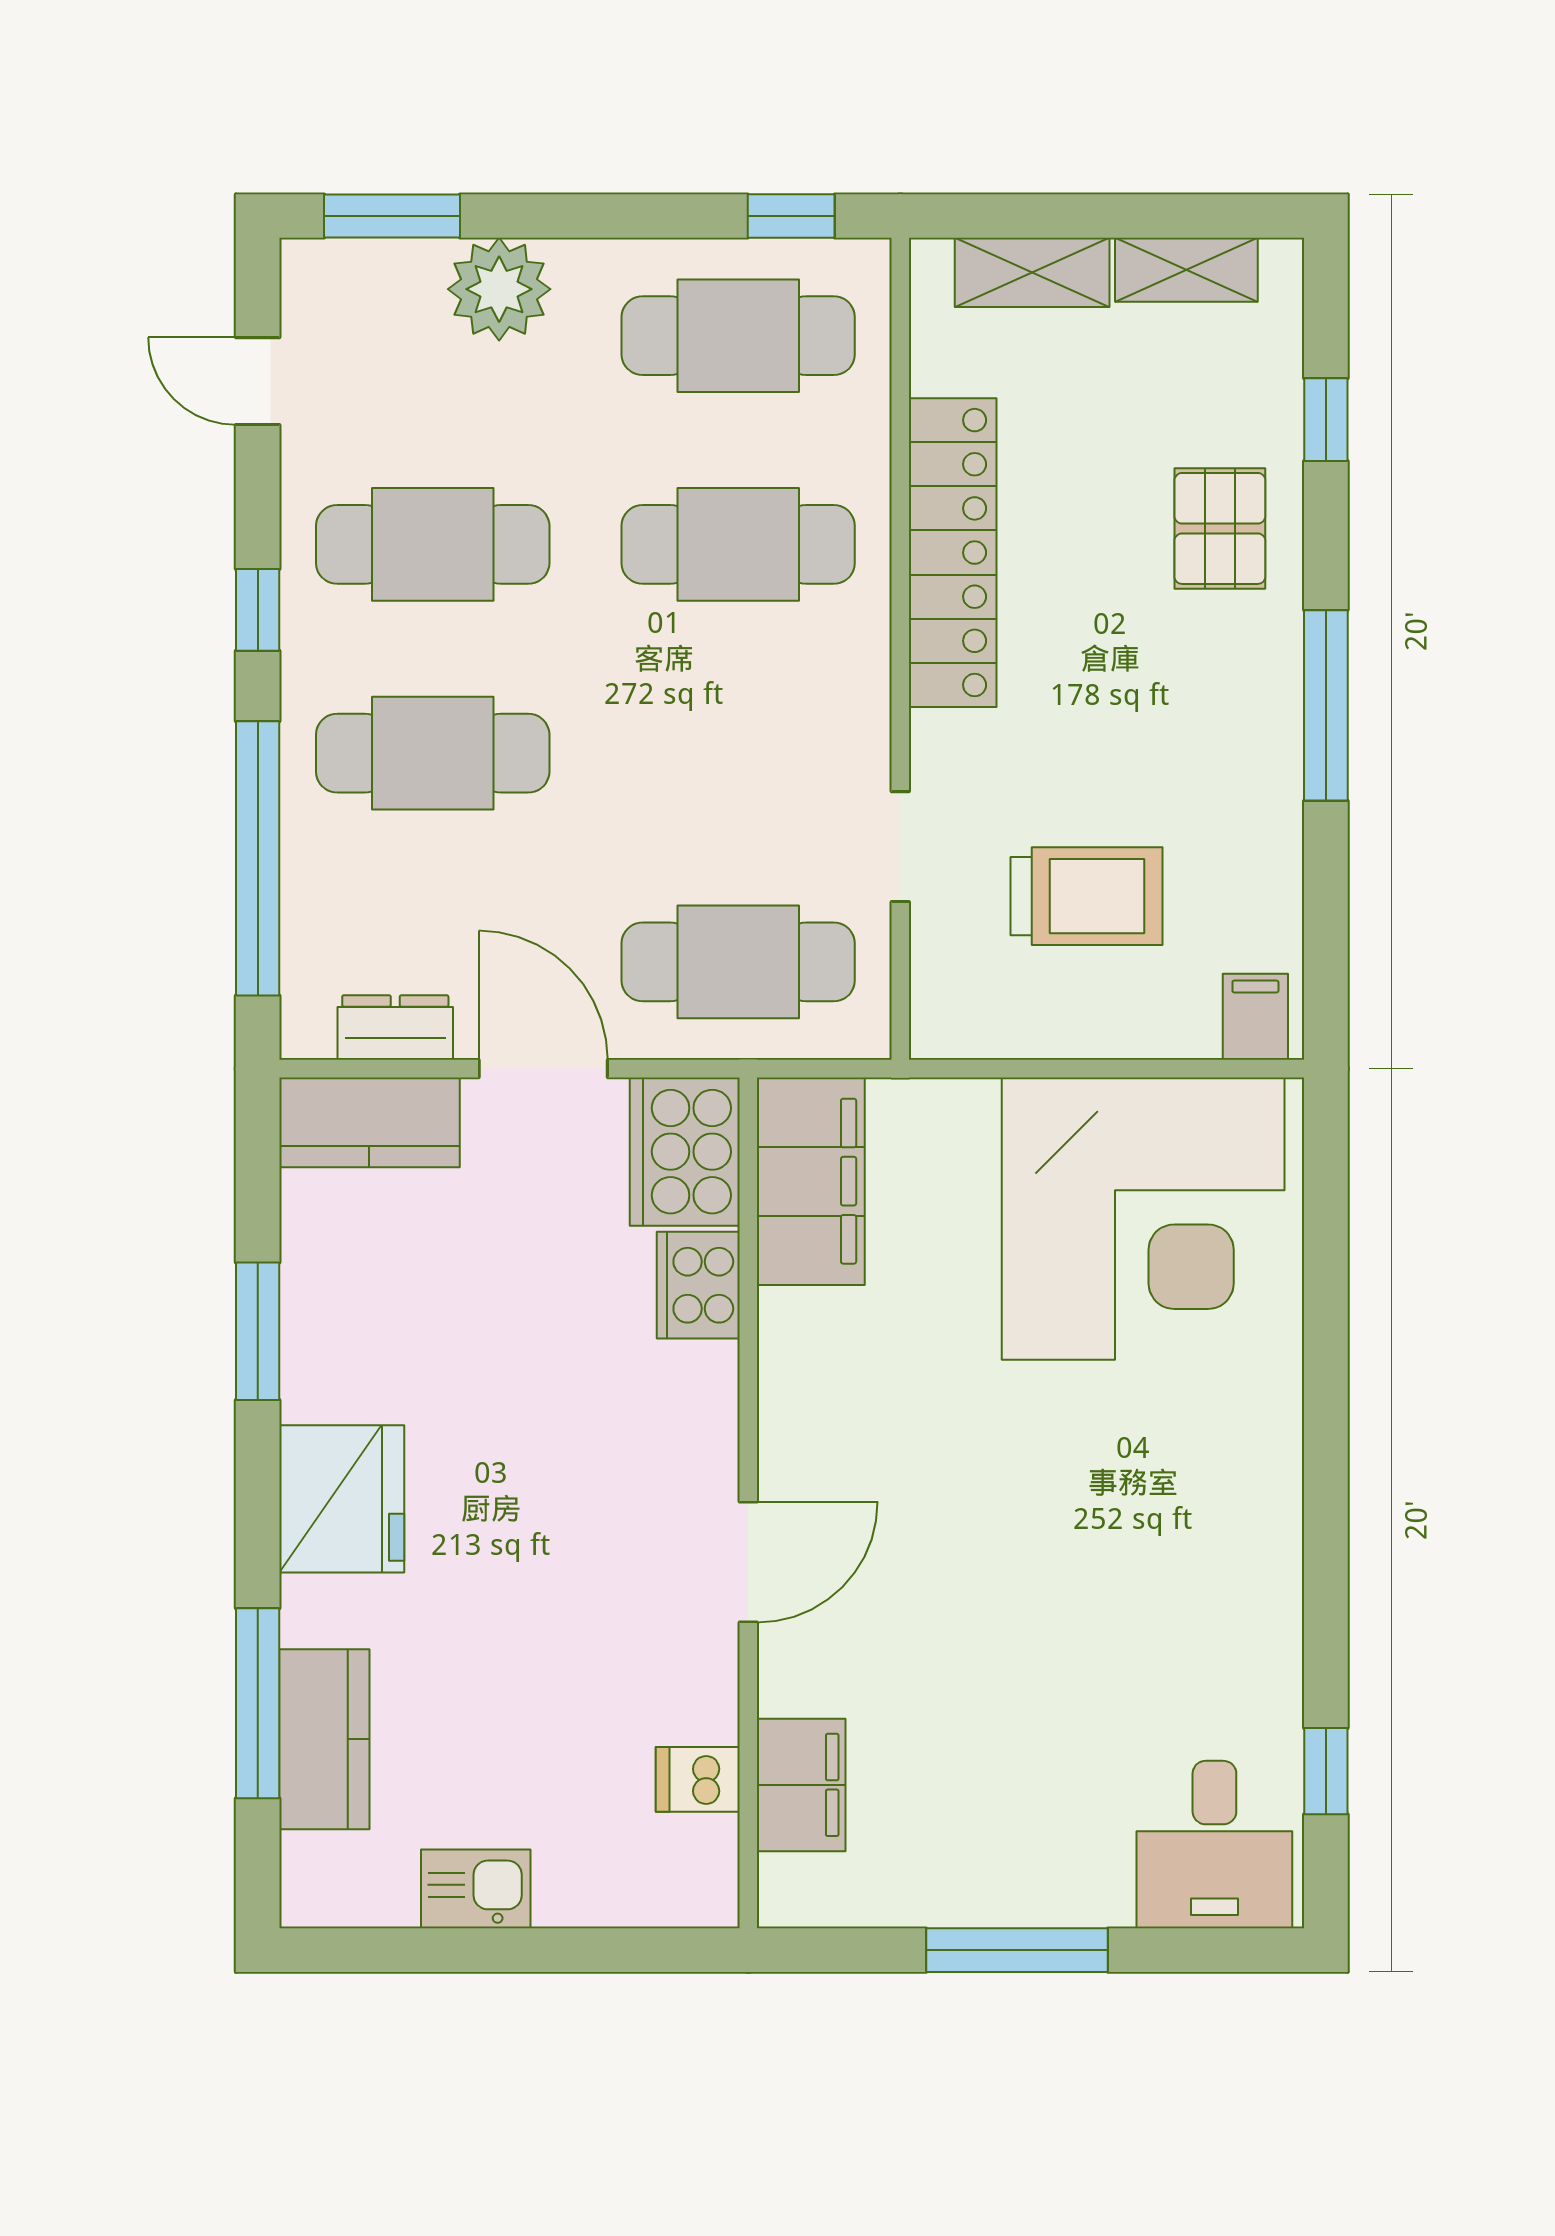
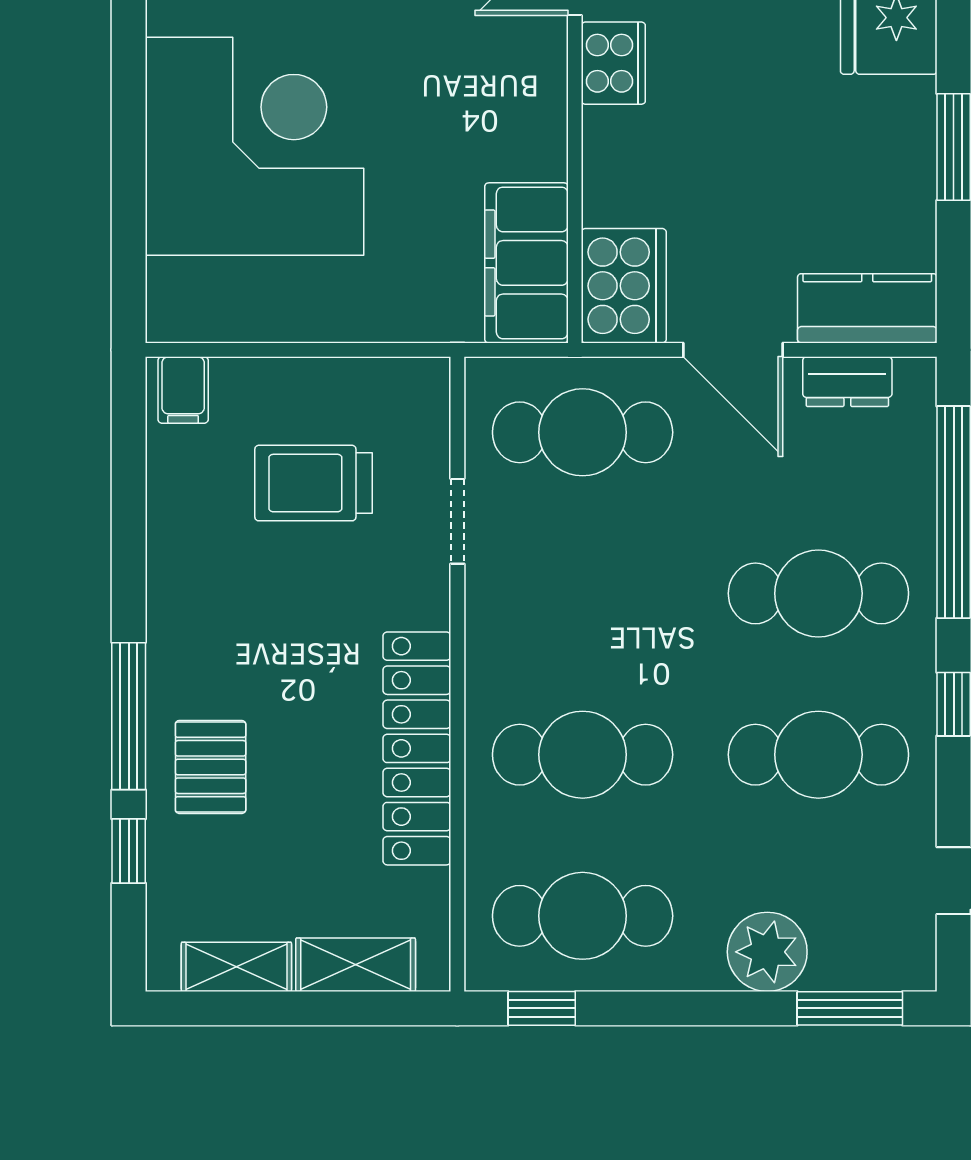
window: (1326, 705) -> (129, 716), moved
corner desk: (1143, 1219) -> (255, 146), moved, turned 90
cooker: (698, 1285) -> (613, 63), moved

